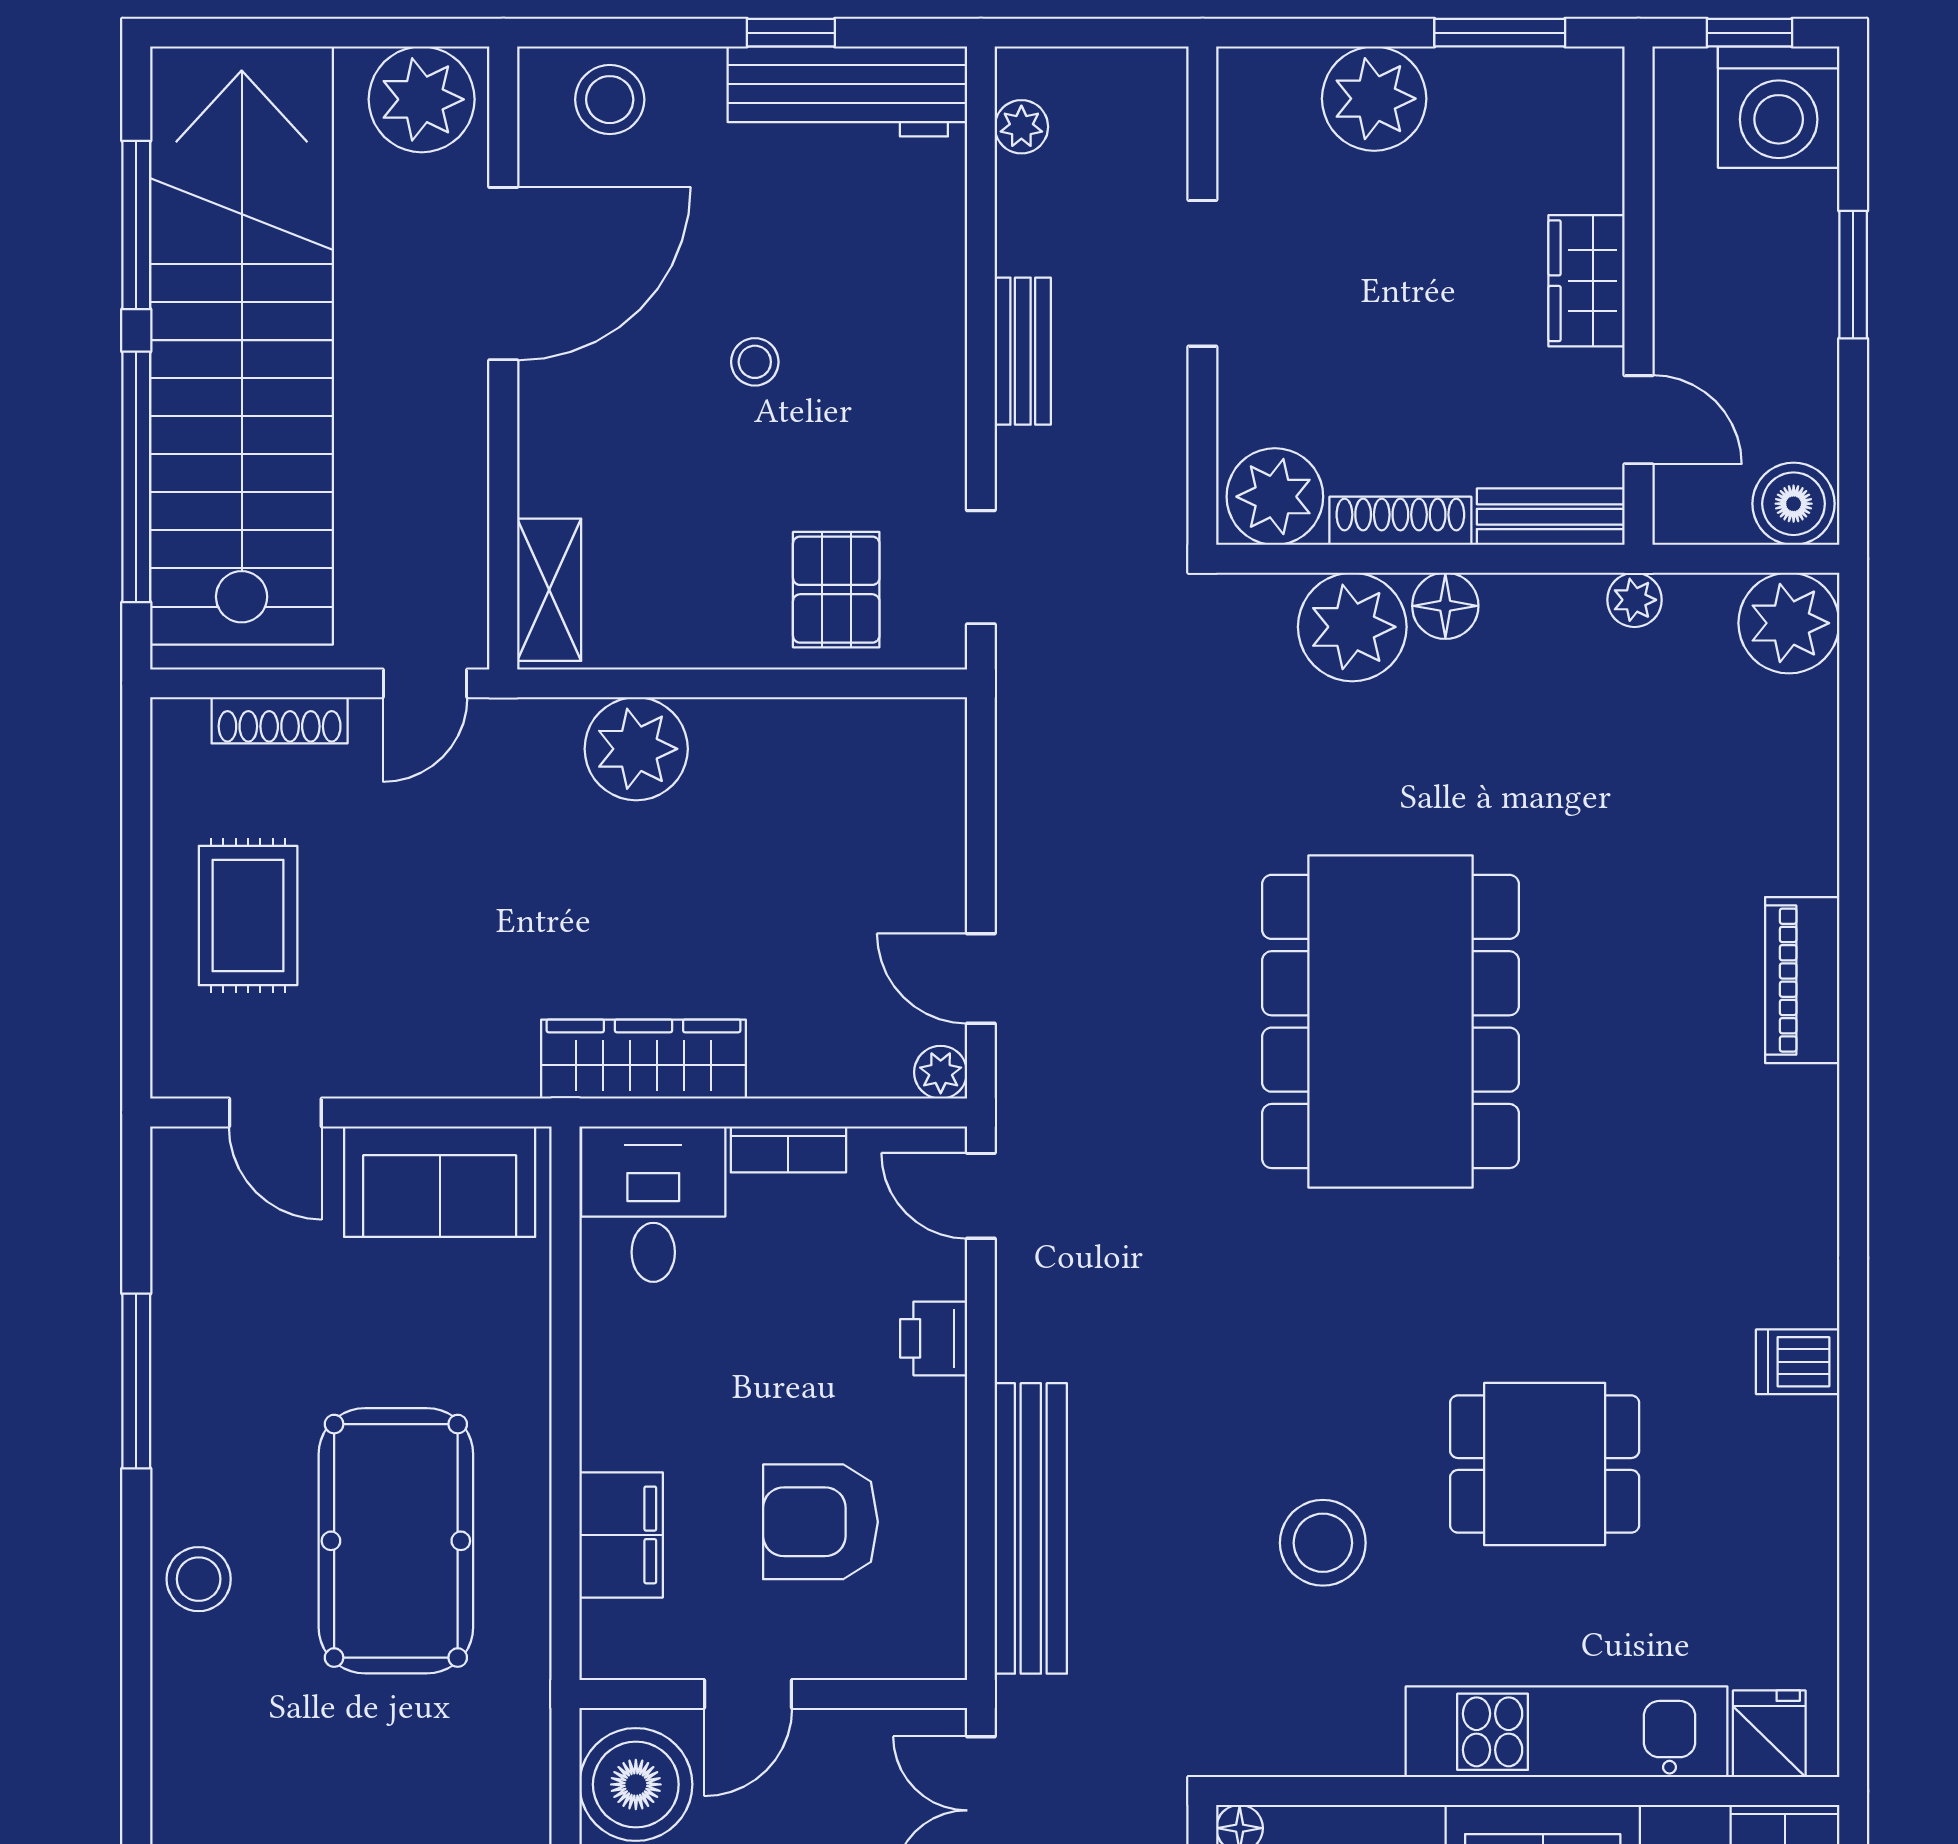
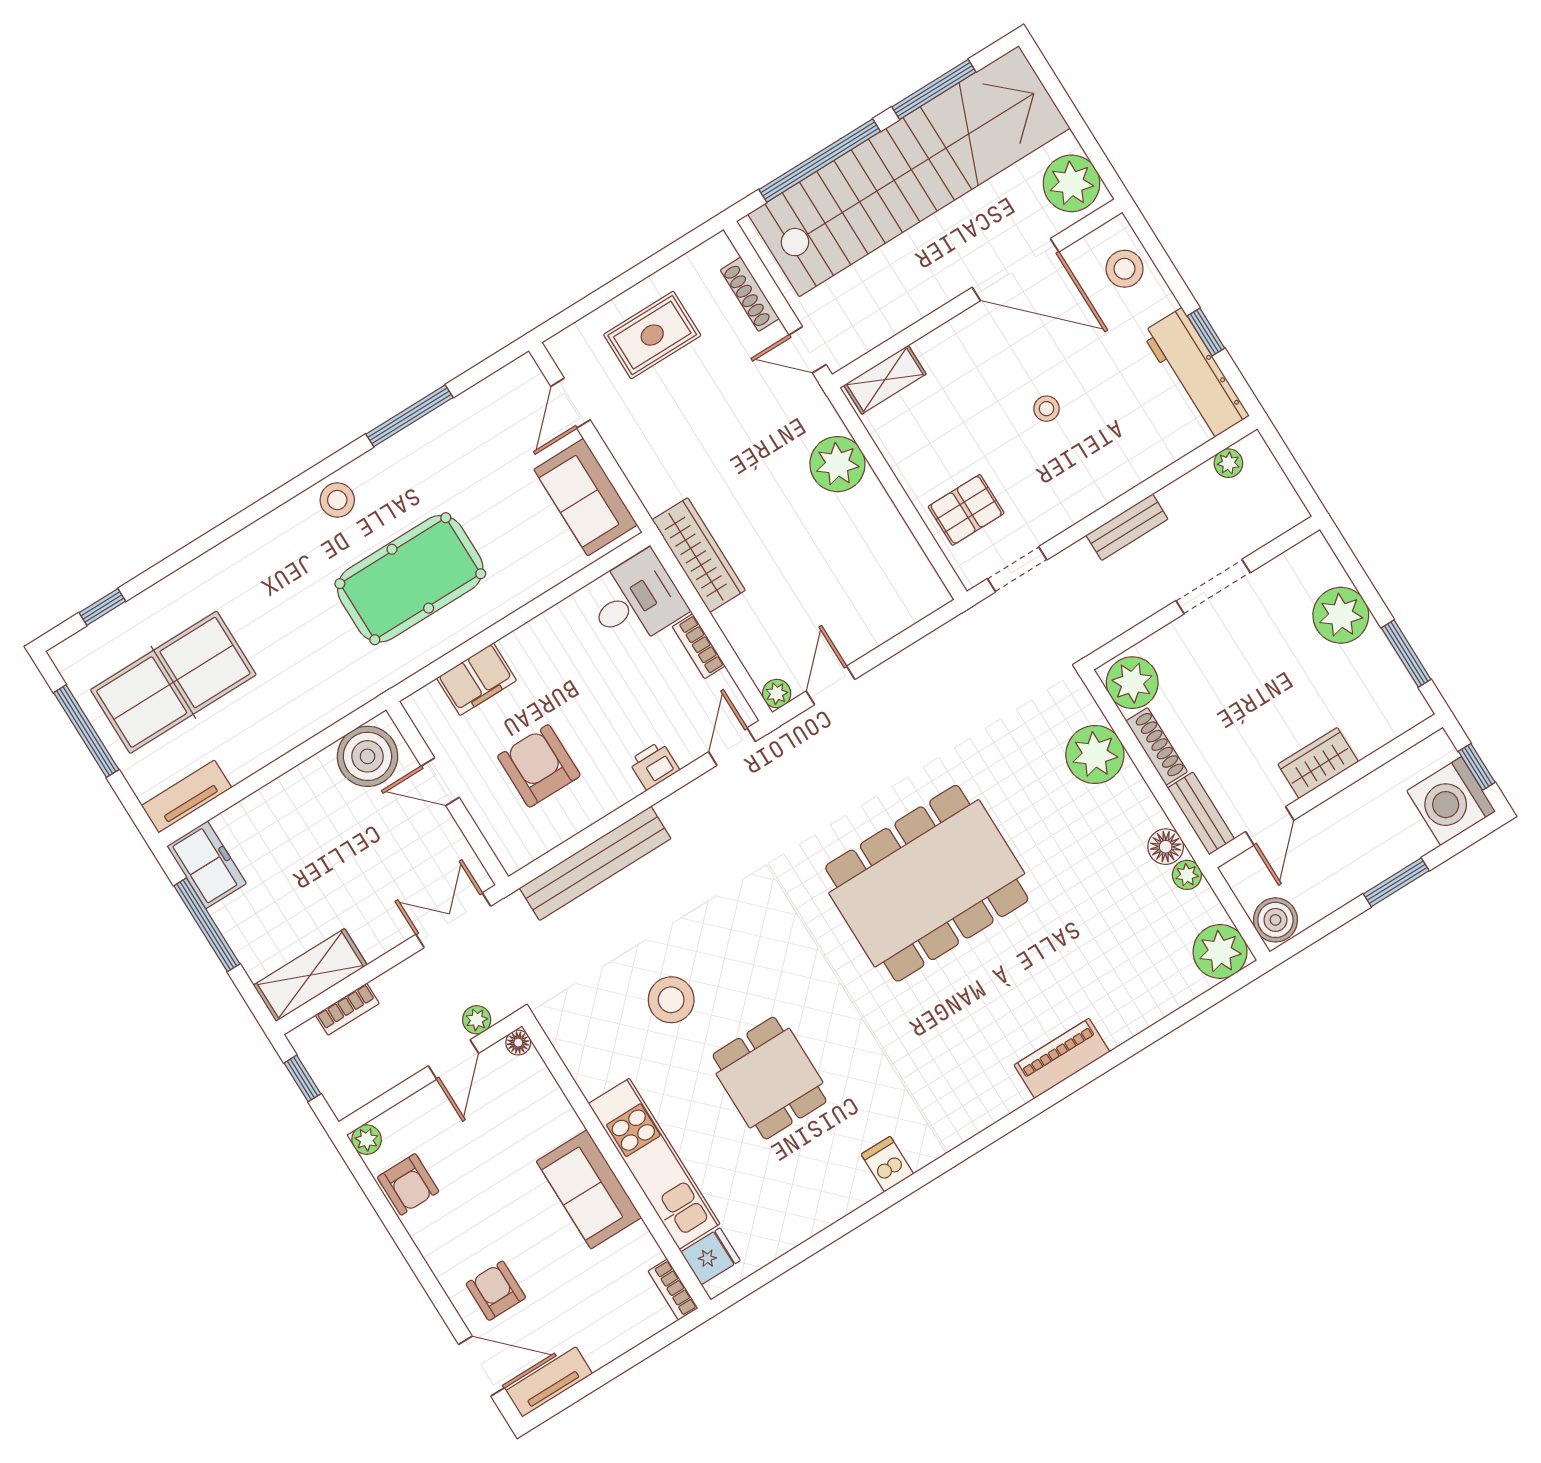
floor lamp: (1445, 606) -> (1166, 847), moved

